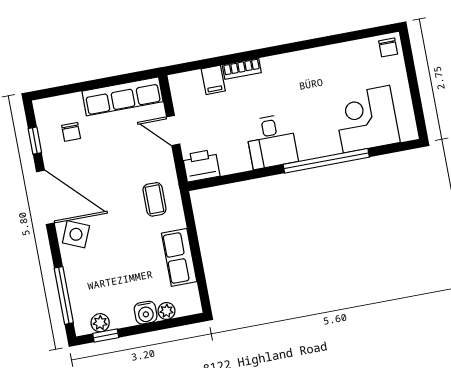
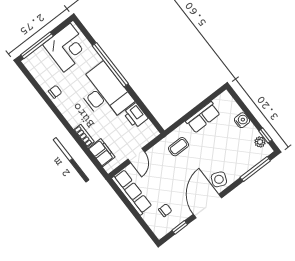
chair: (388, 47) -> (55, 92), moved
window: (410, 67) -> (37, 45), added
filing cabinet: (213, 80) -> (102, 153), width x2.00
corner desk: (366, 119) -> (67, 48), moved, turned -90
desk: (271, 141) -> (104, 93), width x1.87, depth x1.30
printer: (201, 166) -> (136, 115), moved
plant: (167, 311) -> (235, 109), removed

